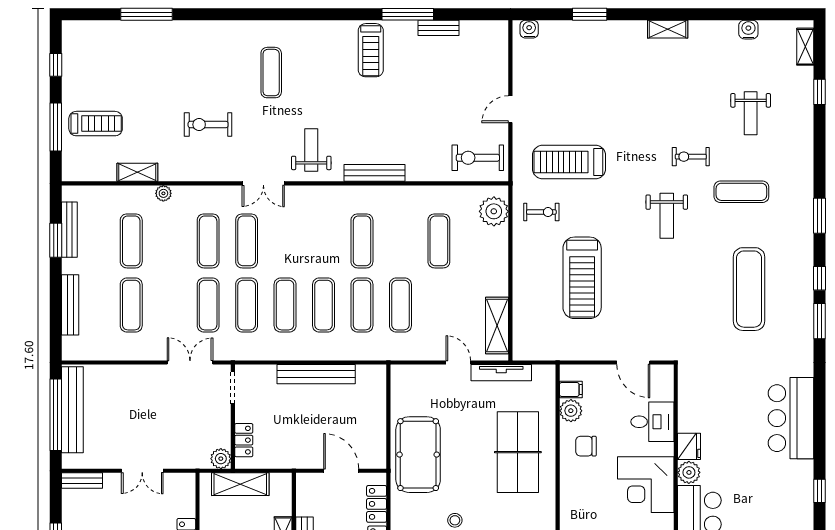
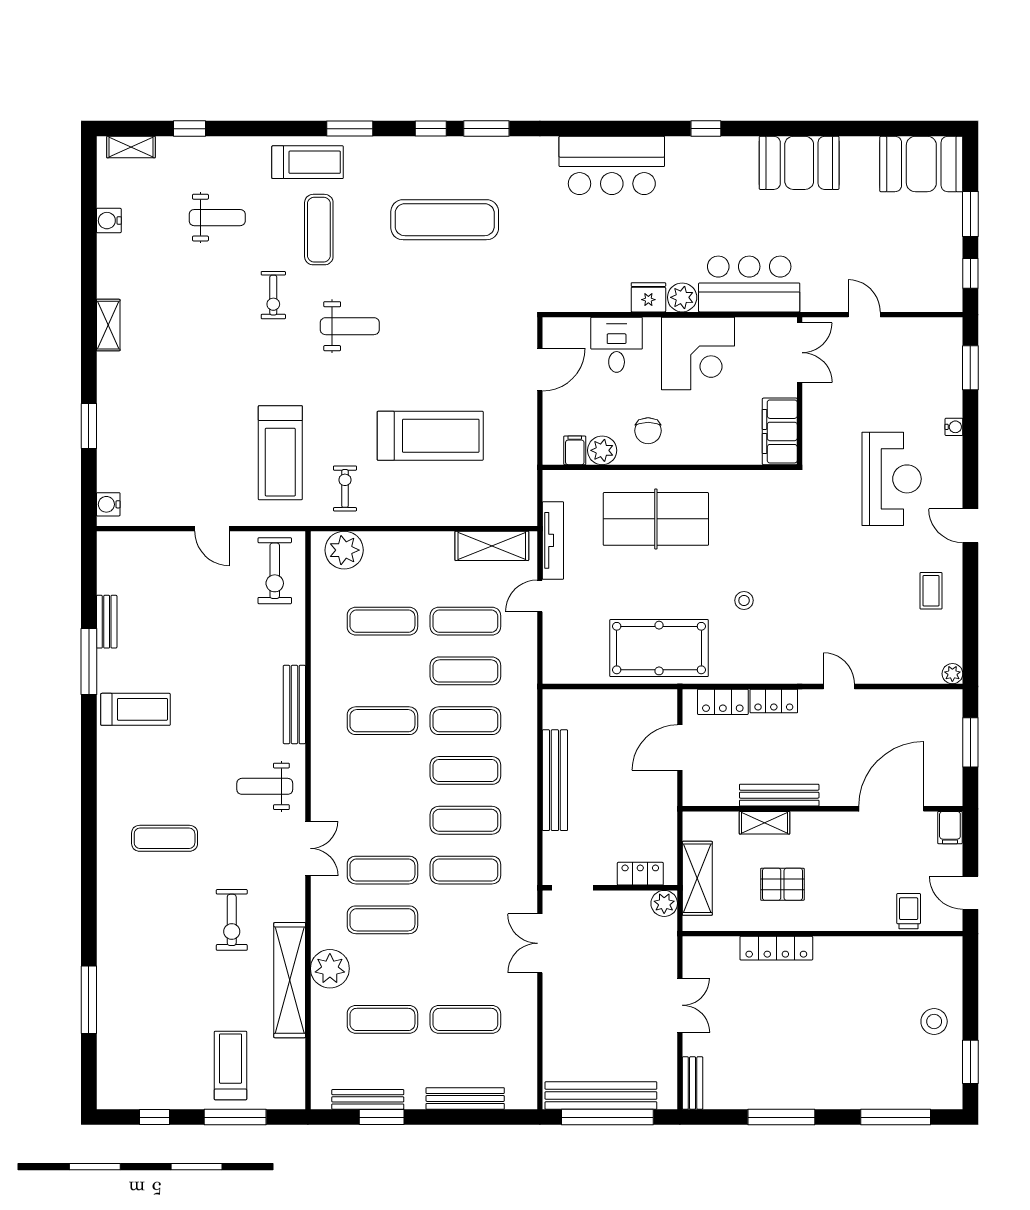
shelving: (137, 172) -> (290, 980), width x2.20, depth x1.33
treadmill: (793, 183) -> (308, 162), added
plant: (163, 193) -> (330, 969), width x1.88, depth x1.88
exercise mat: (208, 305) -> (465, 621), moved

